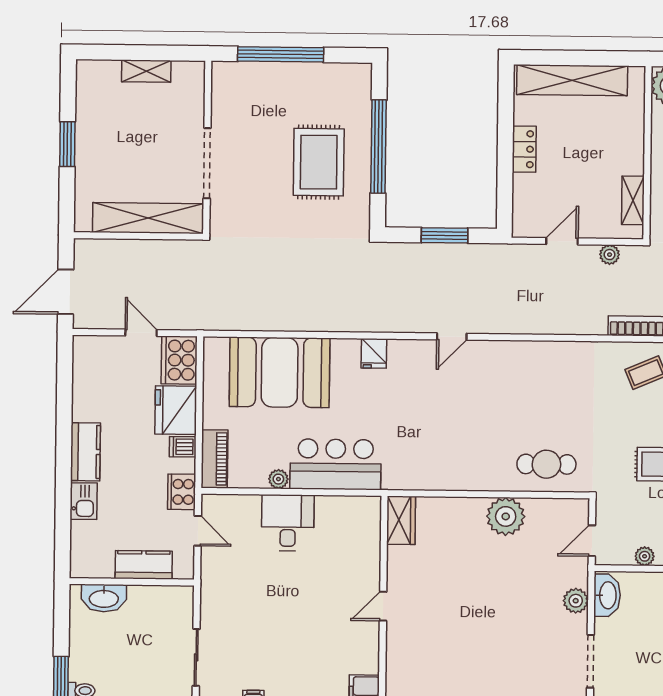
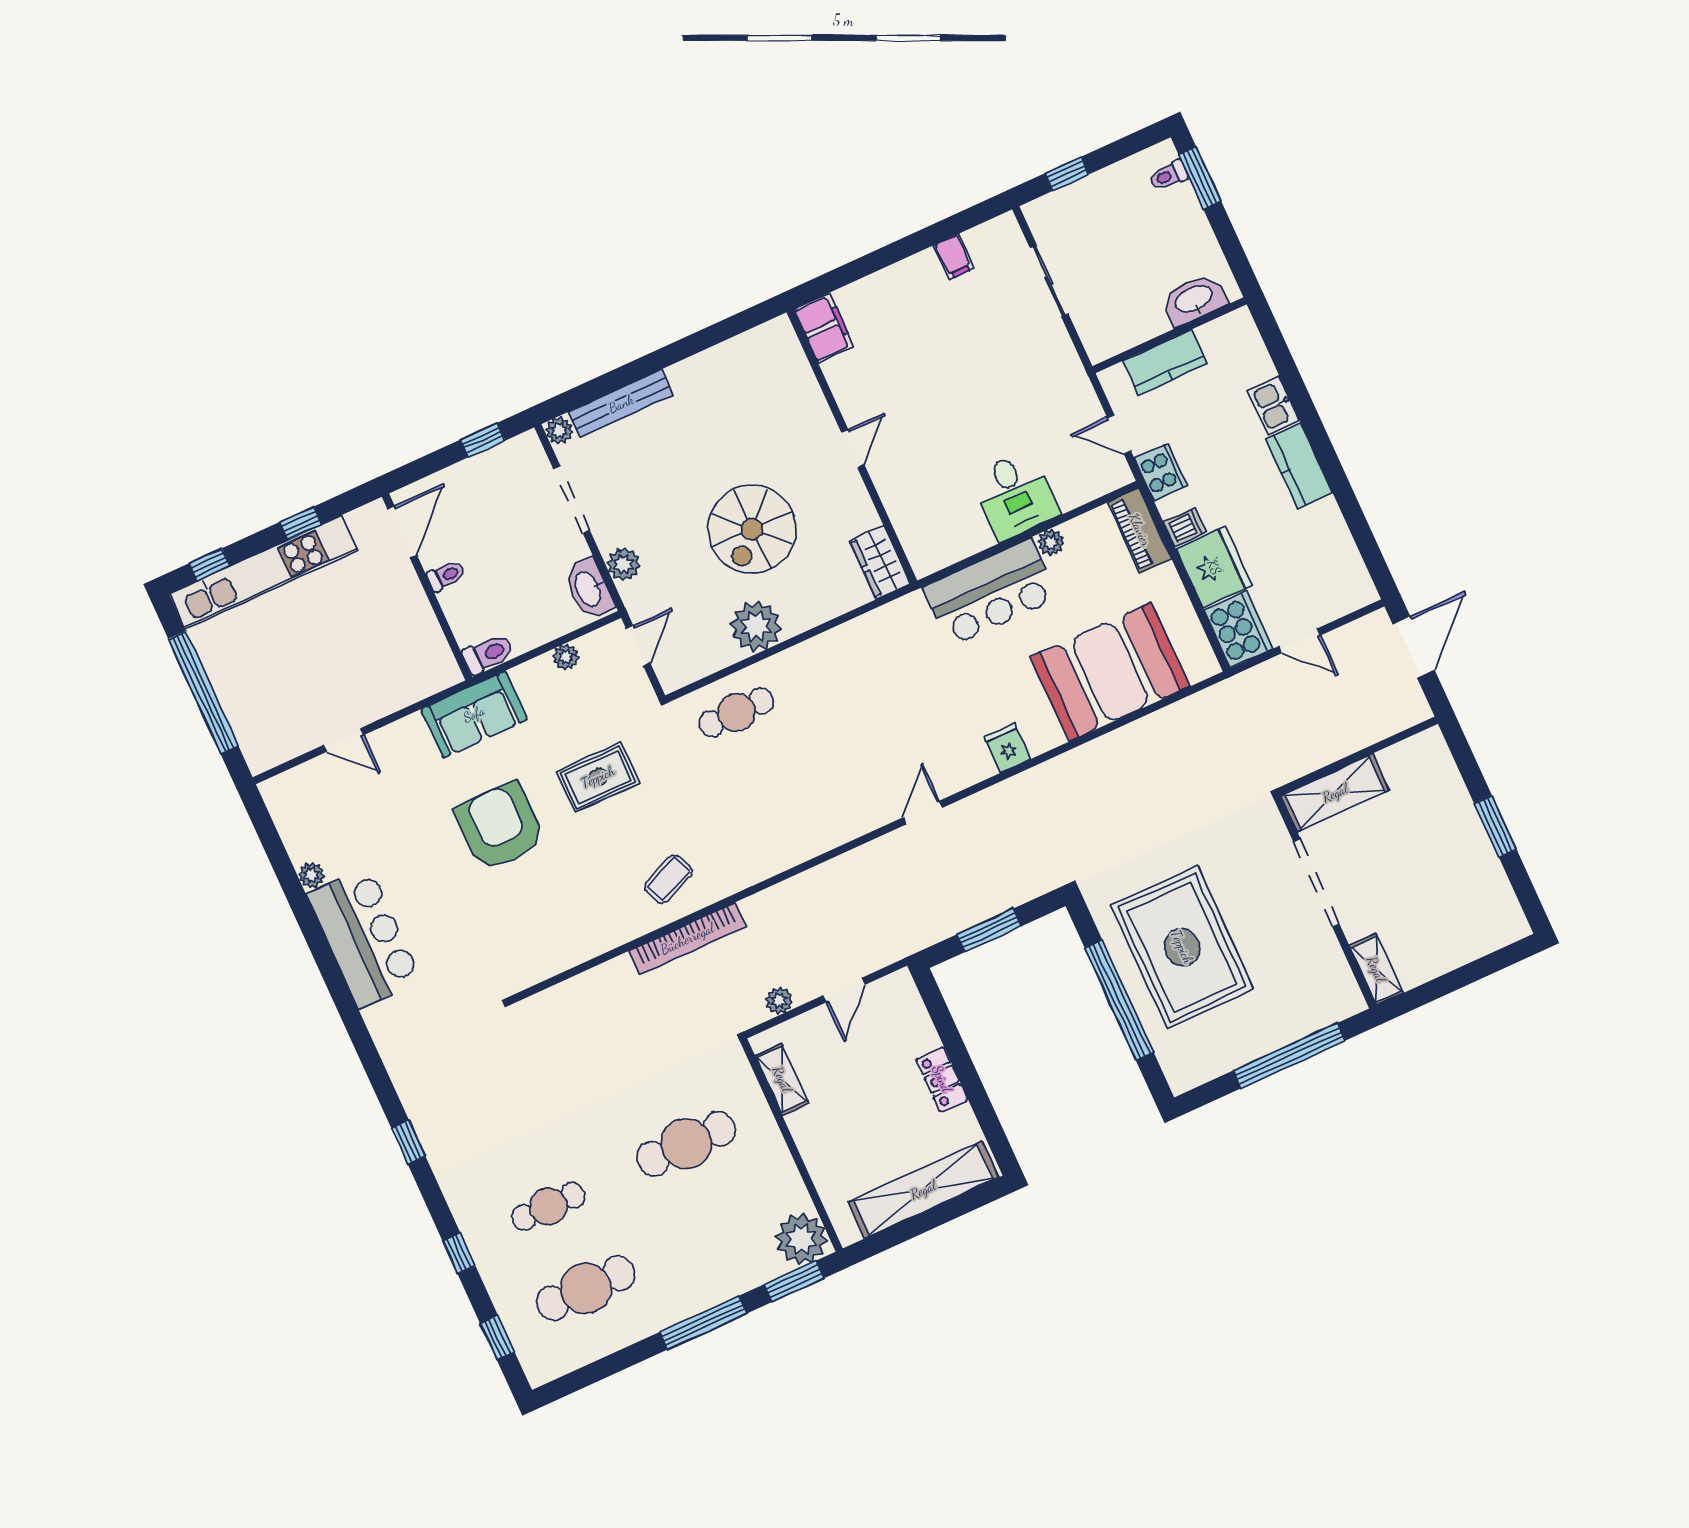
shelving: (146, 71) -> (1376, 969), moved, turned 90
rug: (319, 162) -> (1182, 947), width x1.37, depth x1.44
shelving: (148, 218) -> (1335, 793), width x0.68
spiral stairs: (477, 584) -> (752, 529), added

